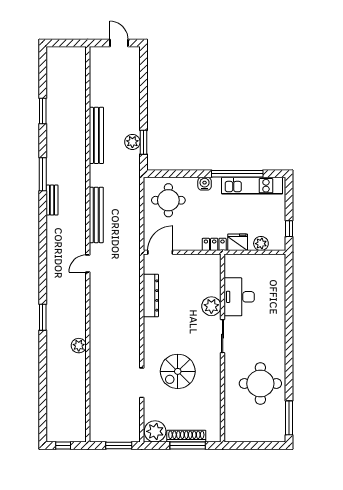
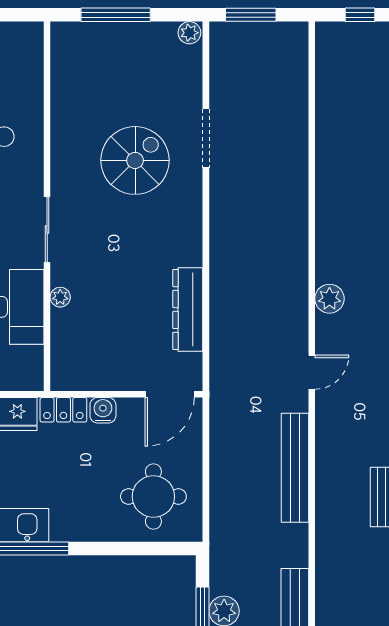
water cooler: (205, 184) -> (103, 410), moved, turned 180
plant: (211, 306) -> (60, 297), width x0.53, depth x0.53
plant: (79, 346) -> (329, 299), moved
plant: (155, 431) -> (189, 33), width x0.53, depth x0.53
shoe rack: (186, 436) -> (118, 33), removed

